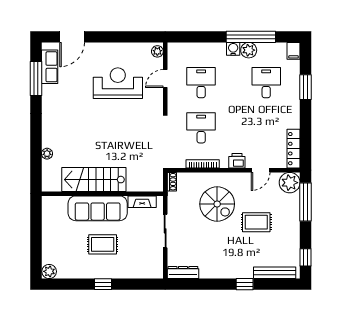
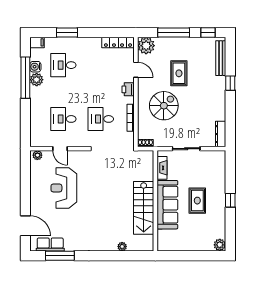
water cooler: (233, 49) -> (35, 67), moved
window: (306, 202) -> (174, 33), moved

